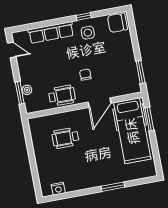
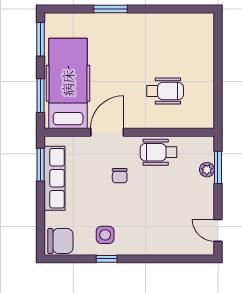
row of seats: (51, 32) -> (55, 178), moved, turned 90
window: (156, 157) -> (41, 39), added
nightstand: (58, 189) -> (189, 21), removed

